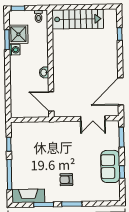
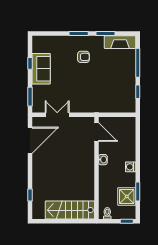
washing machine: (15, 50) -> (131, 167), moved

